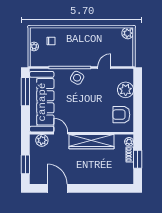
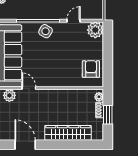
plant: (126, 90) -> (95, 30), moved
armchair: (121, 115) -> (91, 69), turned 90
wardrobe: (92, 142) -> (68, 133), moved, turned 180

